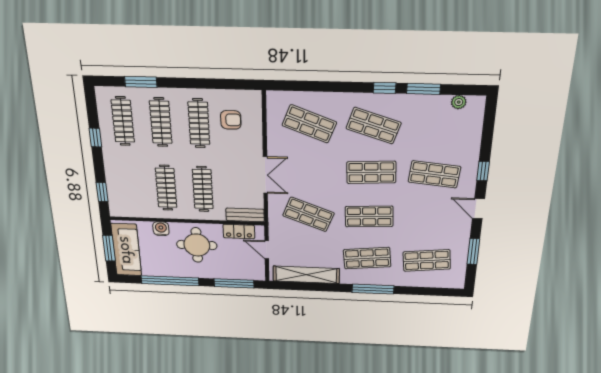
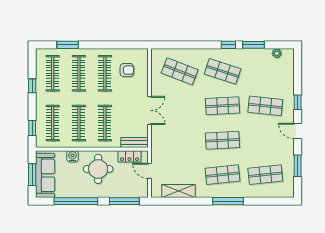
clothes rail: (130, 187) -> (53, 123), added
shop shelf: (308, 214) -> (180, 140), removed
shelving: (306, 275) -> (178, 191), width x0.68

